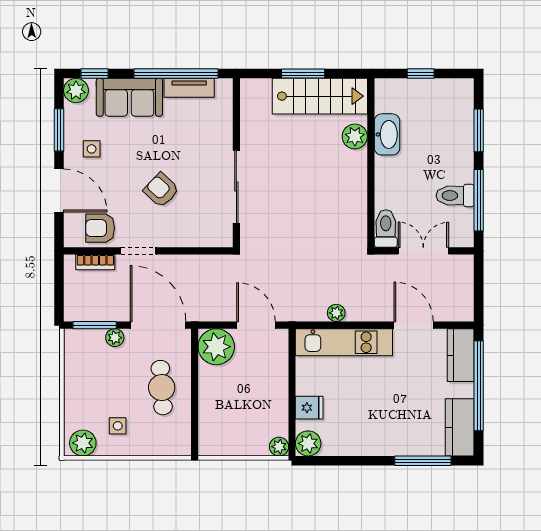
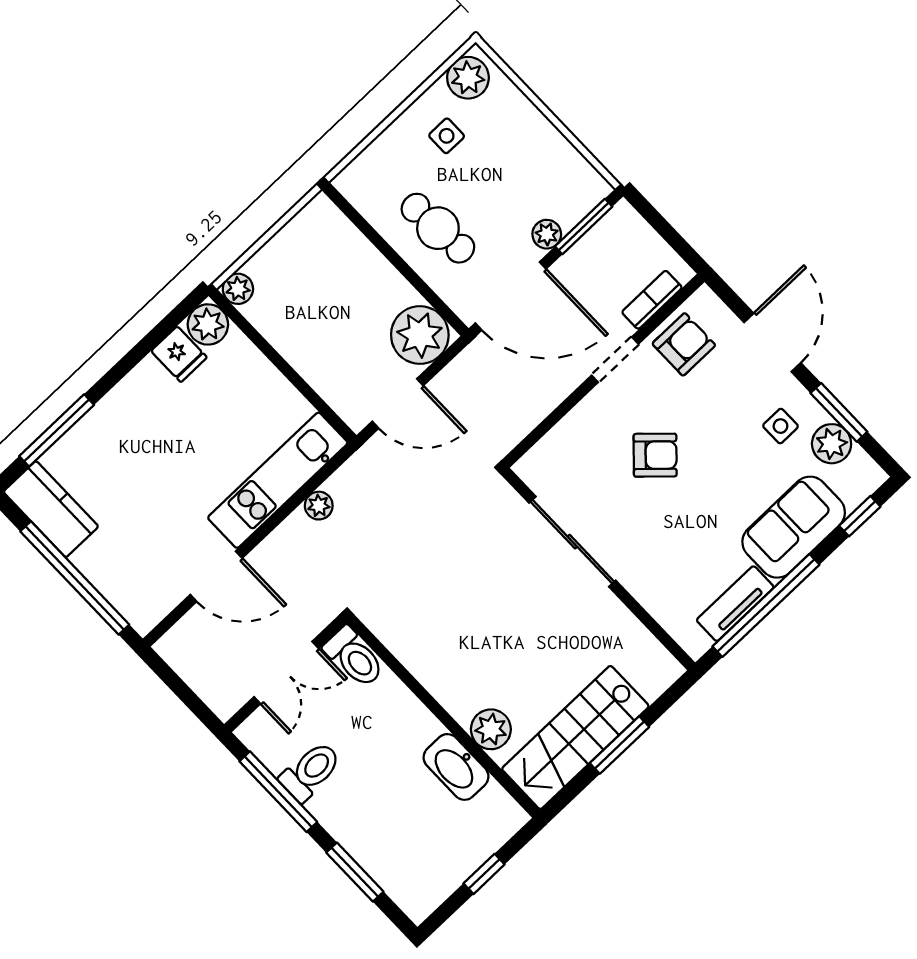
plant: (76, 91) -> (832, 444), moved
door: (59, 190) -> (772, 343), swing flipped
kitchen counter: (461, 355) -> (129, 594), removed
fridge: (309, 408) -> (179, 354), moved, turned -90

